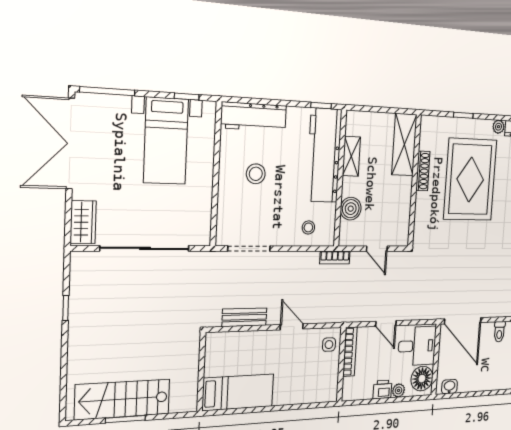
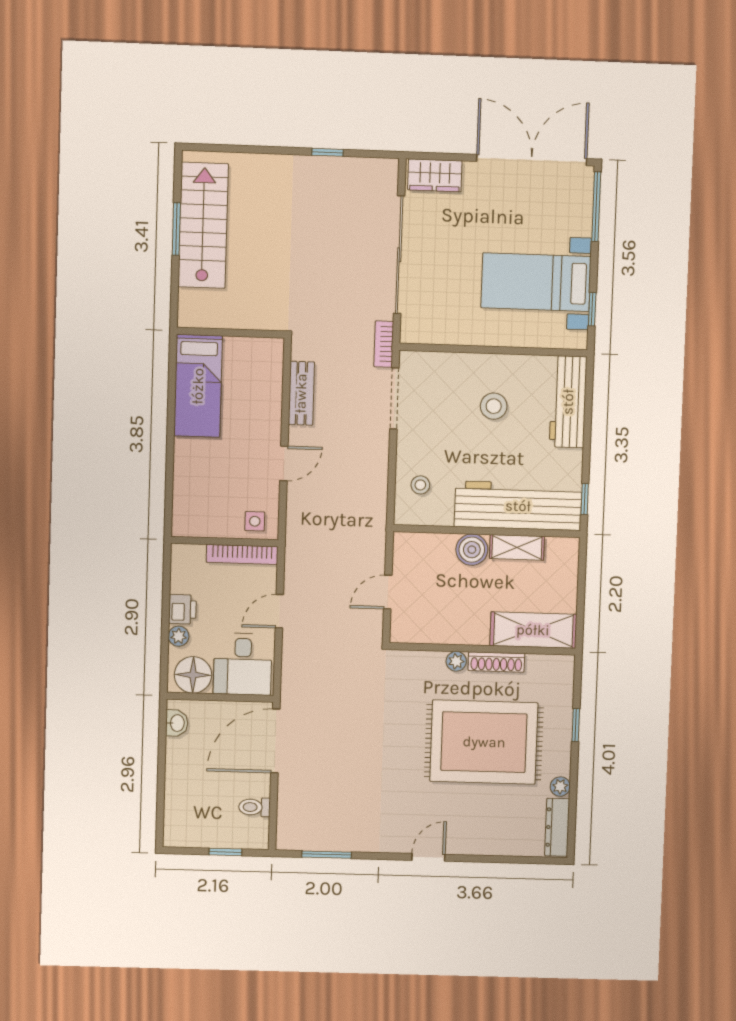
plant: (421, 199) -> (456, 661), added
boiler: (351, 209) -> (472, 550), moved
bookcase: (335, 257) -> (384, 344), moved

